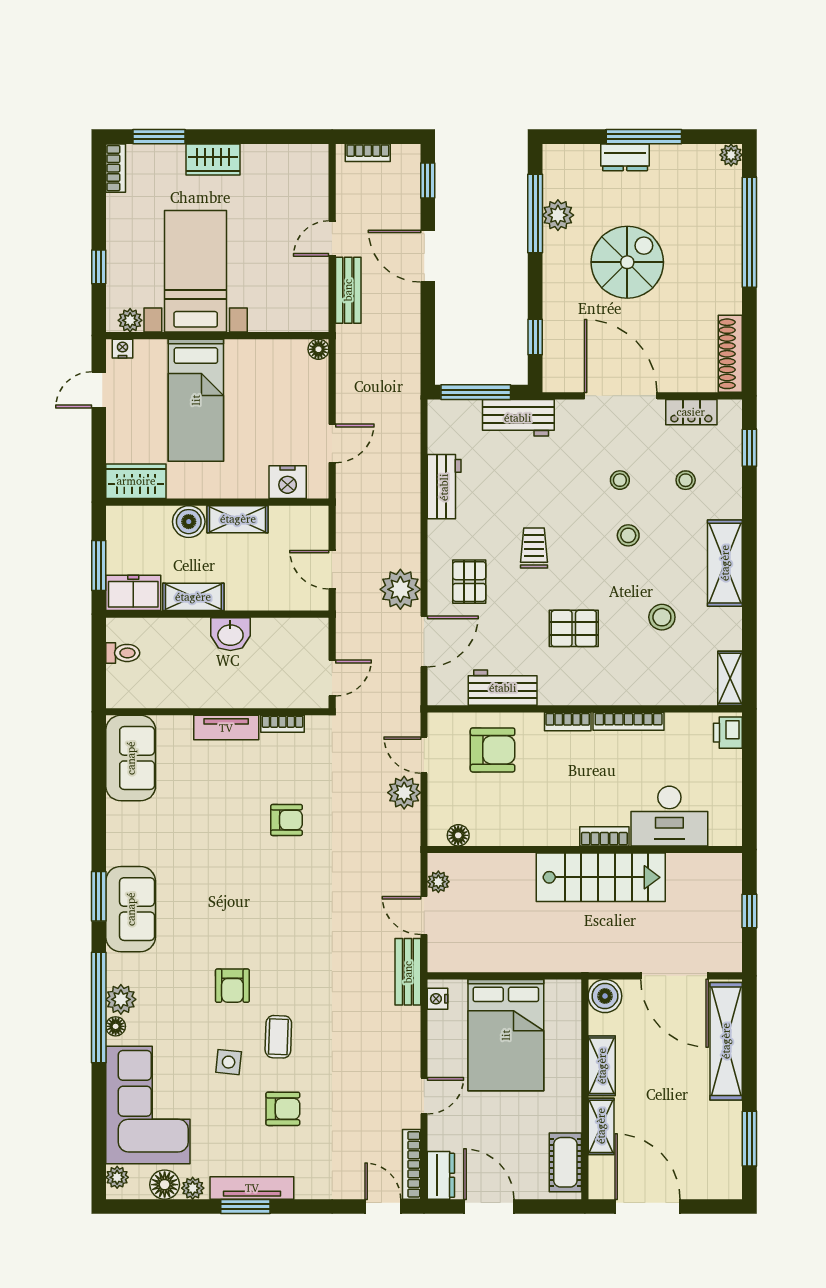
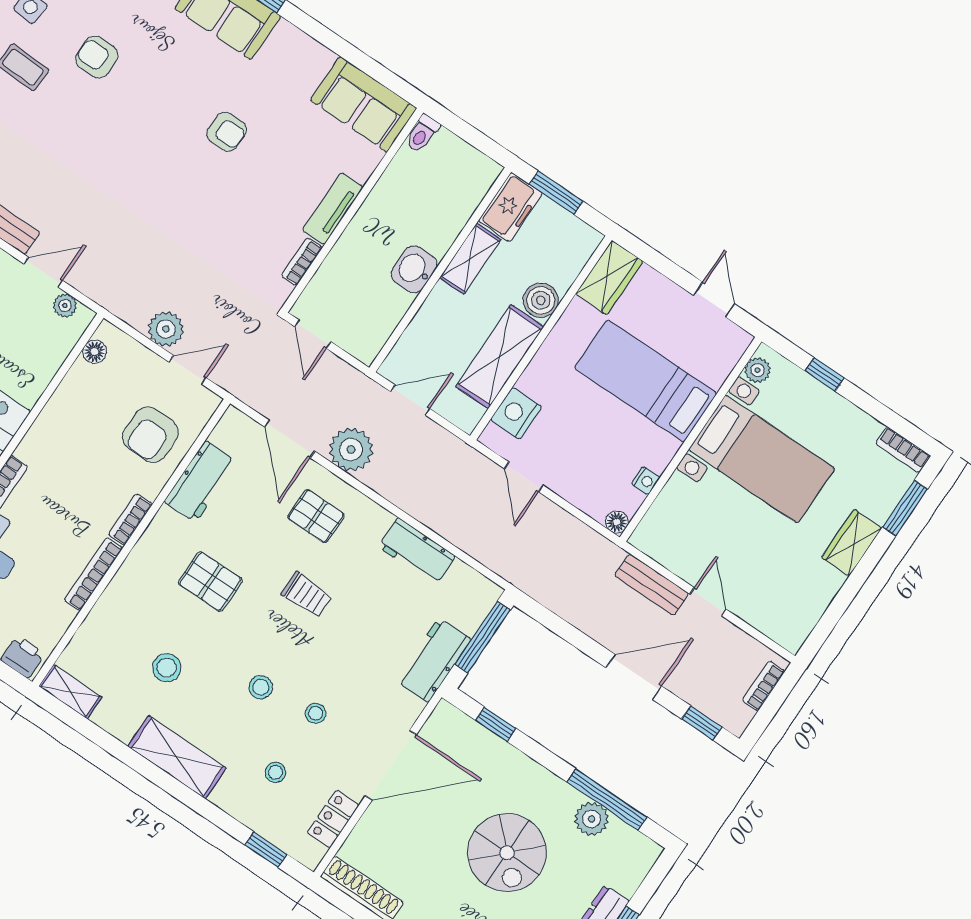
nightstand: (123, 349) -> (646, 481), moved
shelving: (238, 519) -> (500, 357), width x1.50, depth x1.33
pallet: (574, 628) -> (210, 582), turned 90
toilet: (123, 653) -> (422, 134), moved
armchair: (287, 820) -> (227, 132), moved, turned -90

